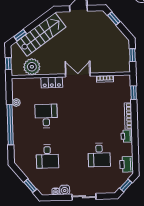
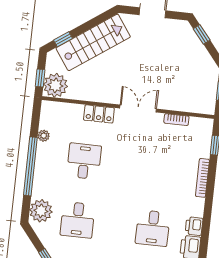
plant: (32, 67) -> (55, 85), moved
printer: (127, 136) -> (194, 226), moved
plant: (22, 154) -> (41, 211), added

